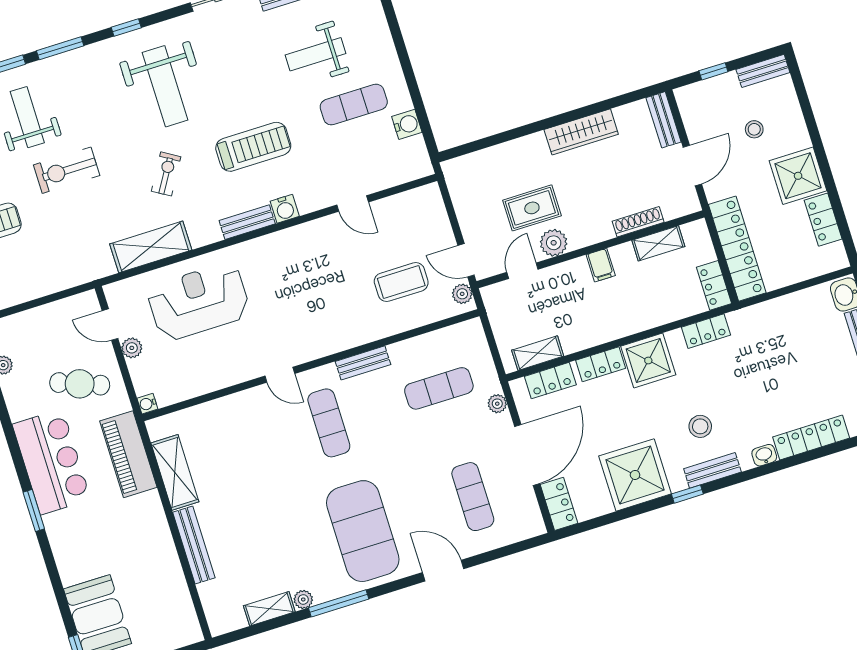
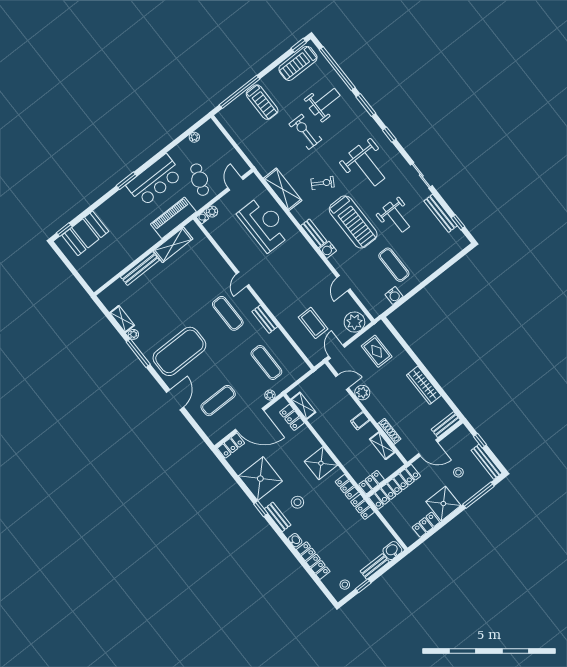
weight bench: (316, 54) -> (396, 217), moved, turned 180
bench: (763, 71) -> (487, 462), width x1.36
weight bench: (165, 86) -> (367, 166), turned -90
window: (807, 110) -> (478, 495), added
treadmill: (253, 147) -> (353, 222), width x1.37, depth x1.38
rug: (532, 208) -> (377, 351), moved
plant: (462, 294) -> (354, 322), moved, width x1.87, depth x1.87
plant: (132, 348) -> (212, 212), moved
locker: (601, 364) -> (363, 507), moved
exercise mat: (329, 423) -> (228, 313), turned 90

